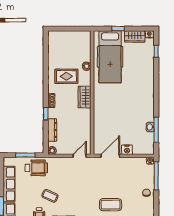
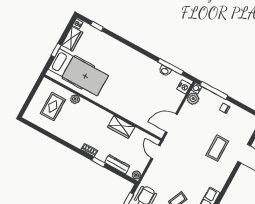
rug: (66, 76) -> (53, 106), moved
wardrobe: (85, 97) -> (121, 127), moved
nightstand: (127, 150) -> (184, 87), moved
door: (110, 156) -> (171, 123), hinge flipped
plant: (140, 163) -> (193, 99), added

